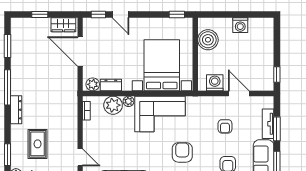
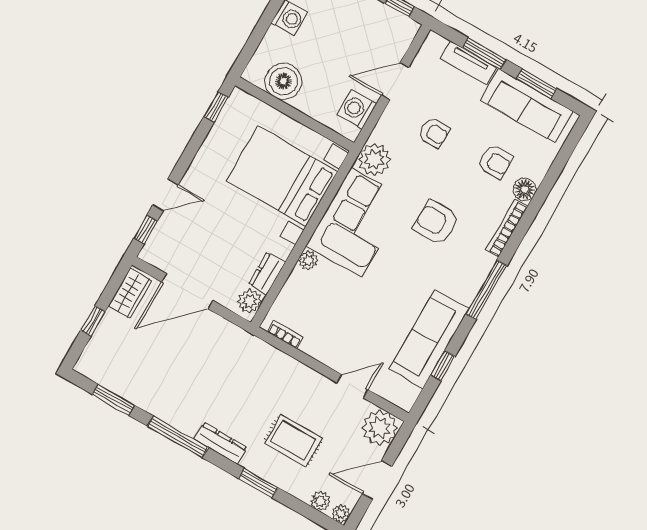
plant: (113, 105) -> (374, 160), moved
window: (7, 155) -> (258, 483), moved

